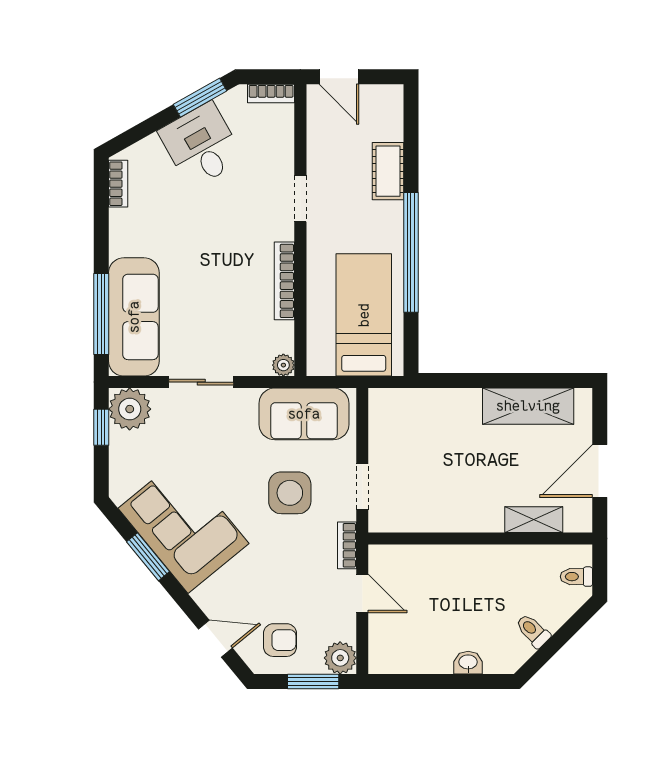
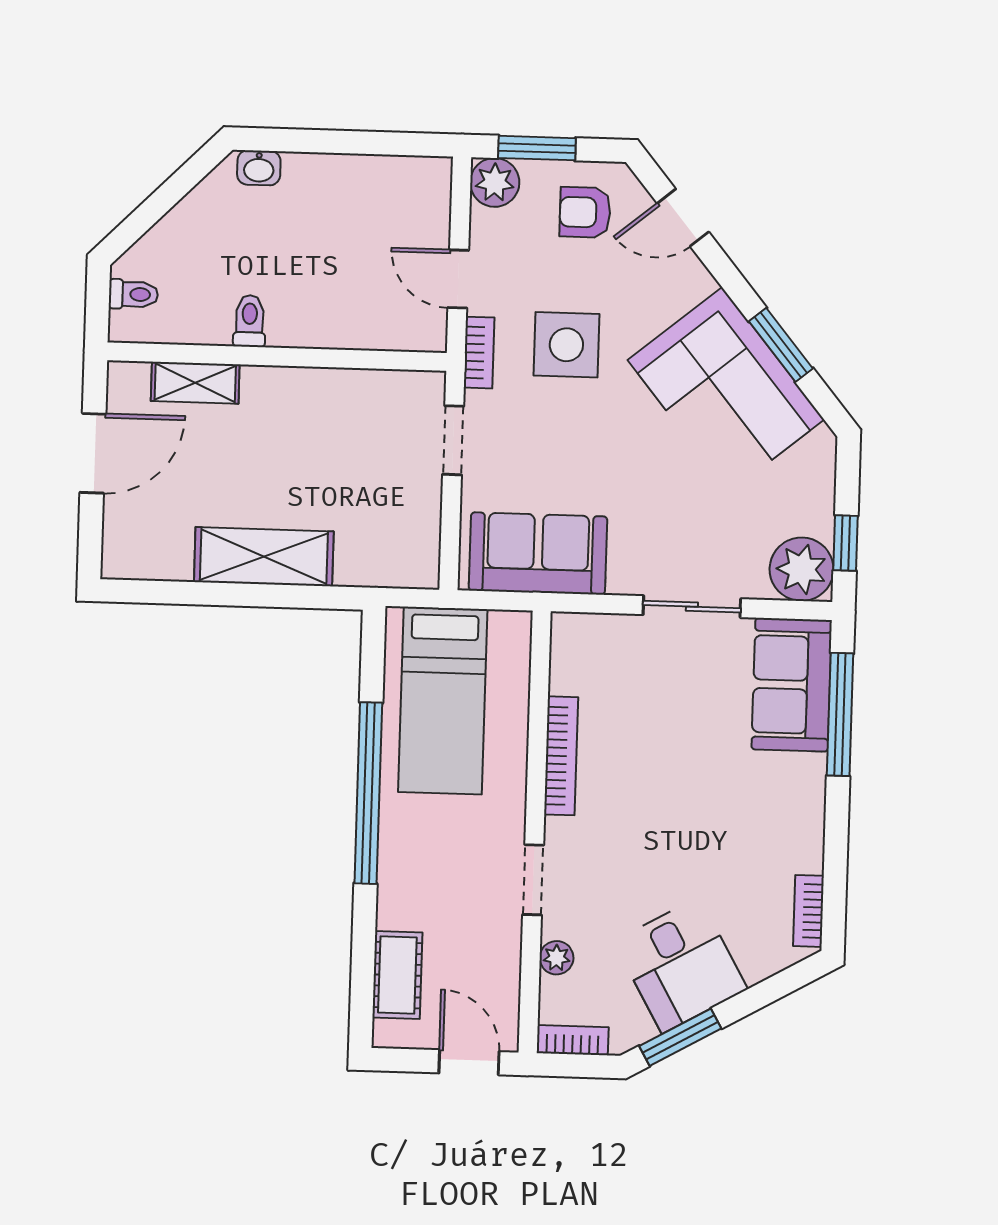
cot: (388, 171) -> (397, 975), moved
sofa: (134, 317) -> (792, 685), width x0.73
plant: (283, 365) -> (556, 958), moved
shelving: (528, 406) -> (264, 557), moved
side table: (290, 493) -> (566, 345), moved
toilet: (533, 631) -> (250, 321), moved, turned -135
washbasin: (468, 663) -> (259, 168), moved

